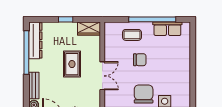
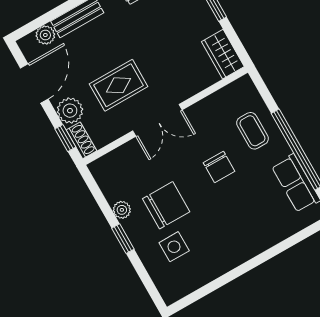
rug: (72, 64) -> (119, 85), moved

